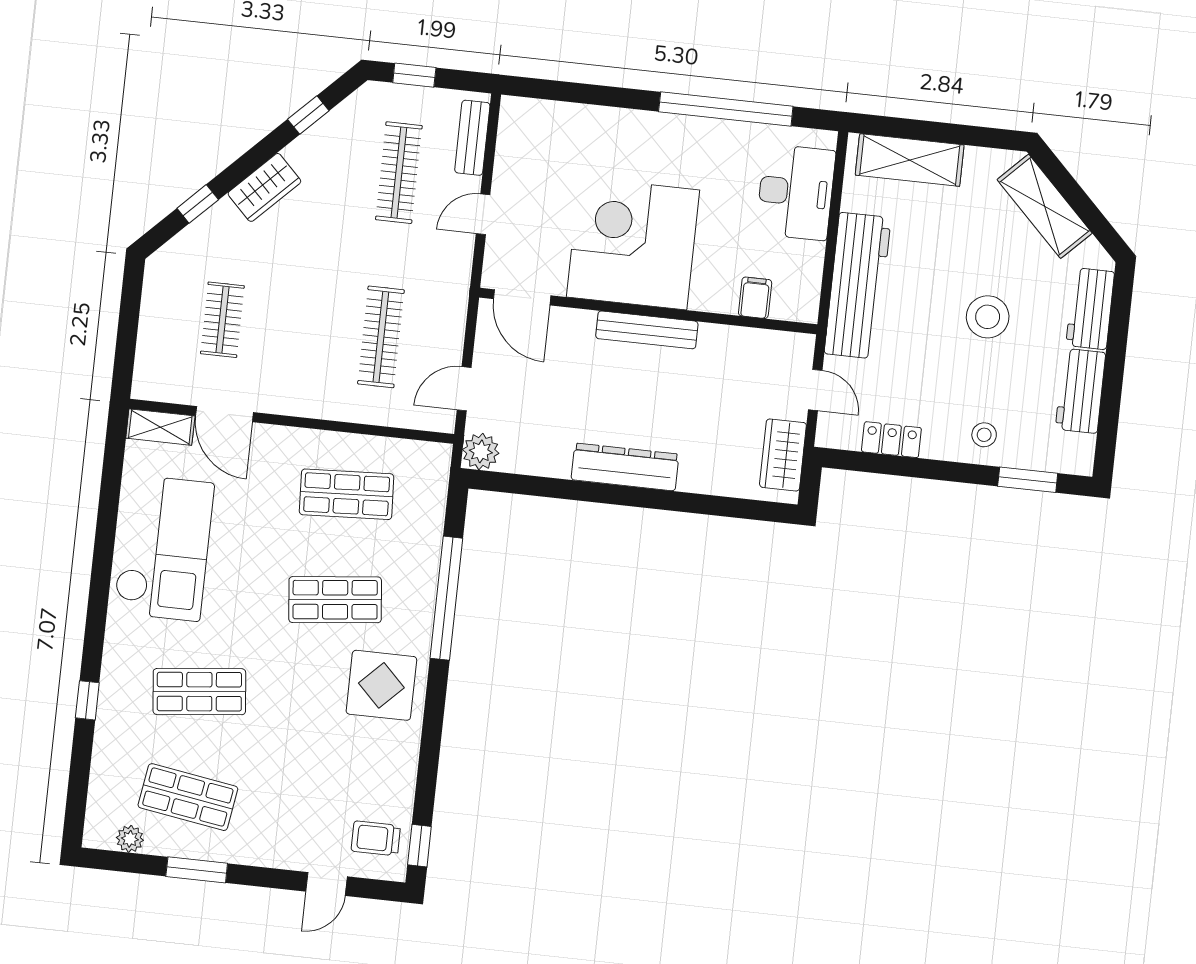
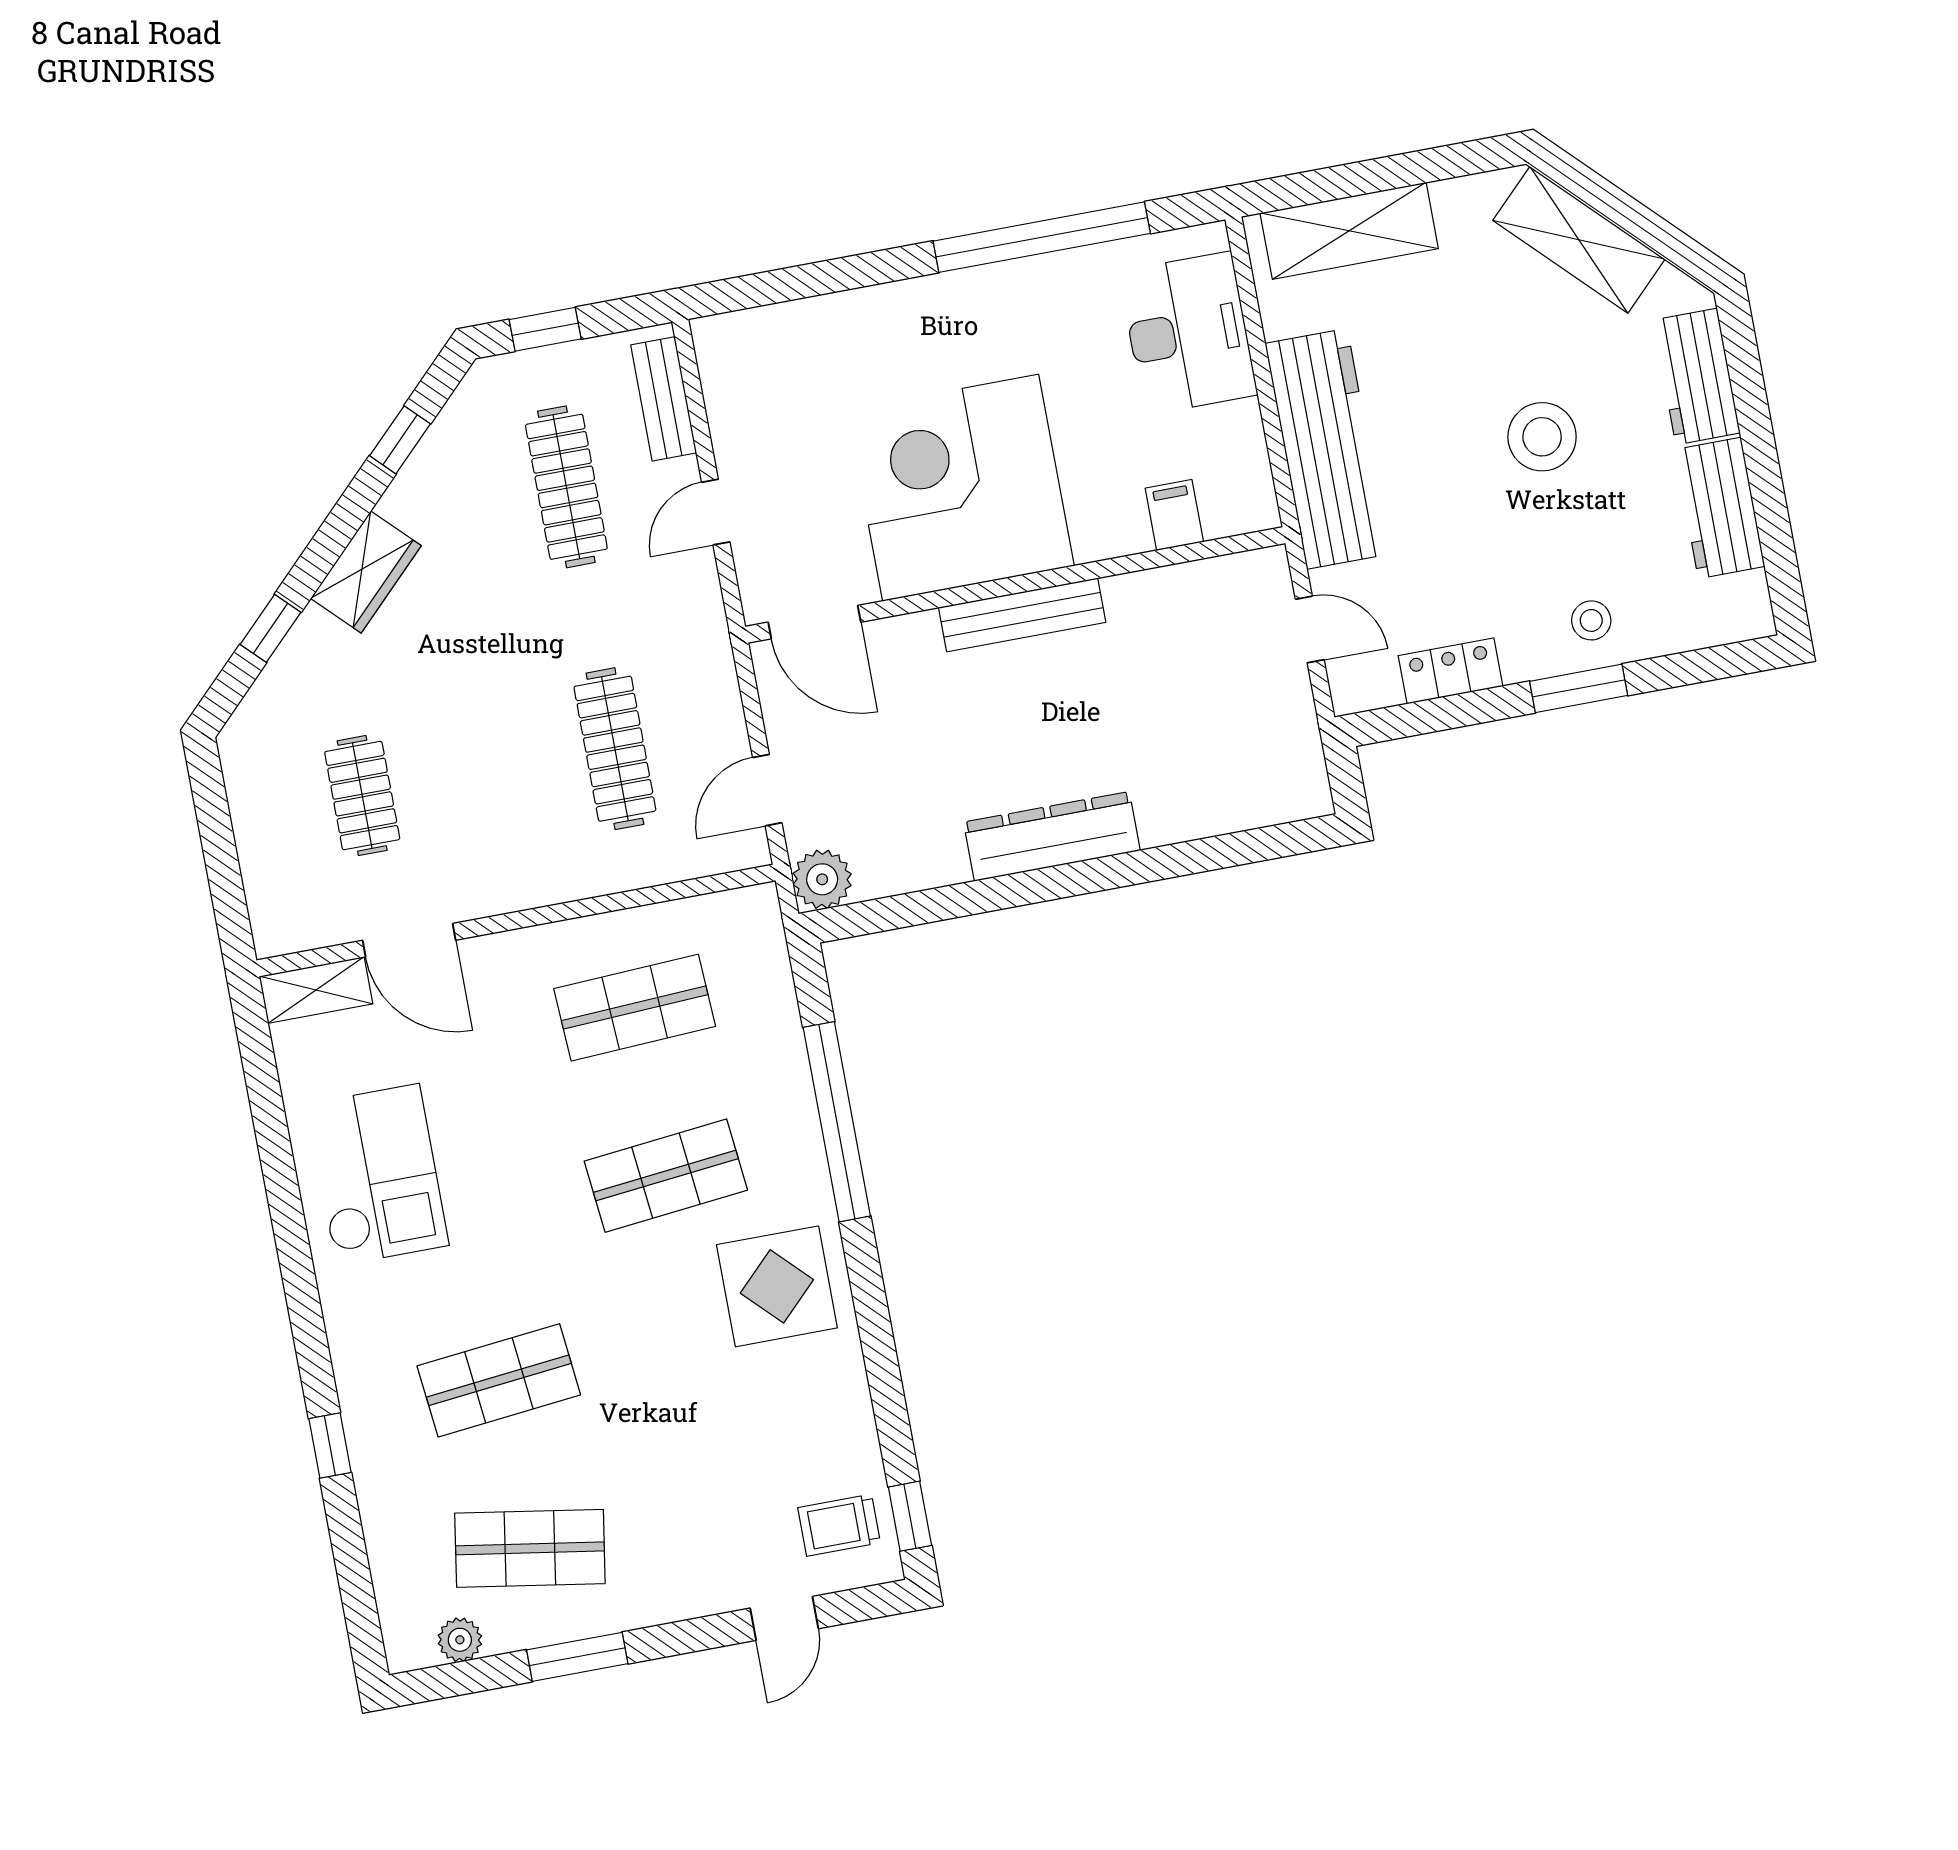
wardrobe: (783, 455) -> (1290, 745), removed
window: (1028, 480) -> (1579, 688), moved
checkout: (164, 548) -> (377, 1175), width x0.73, depth x0.83

